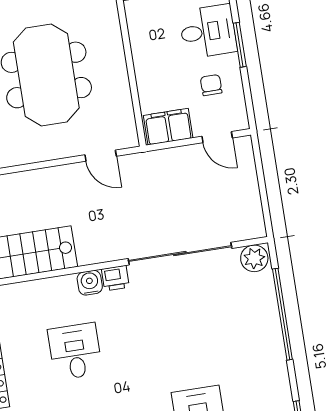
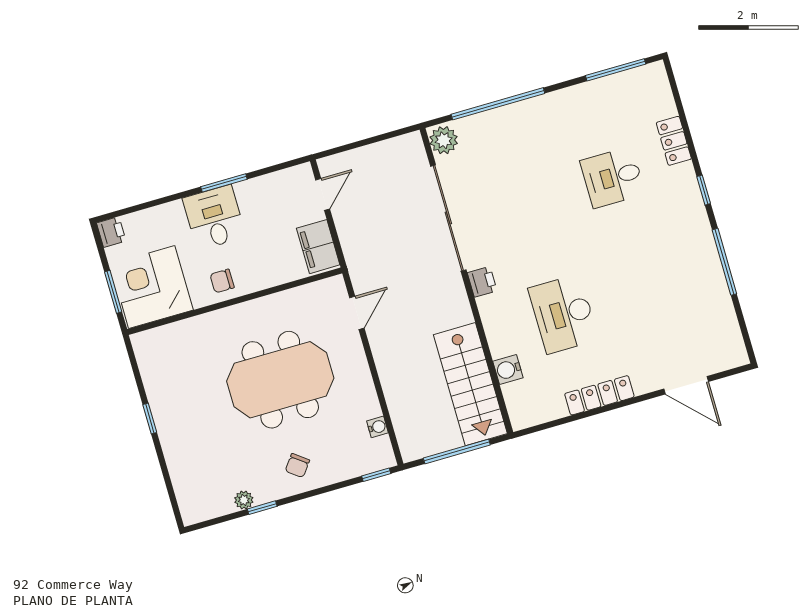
chair: (211, 85) -> (222, 281), moved
water cooler: (90, 283) -> (508, 370), moved
desk: (75, 351) -> (563, 314), width x1.37

